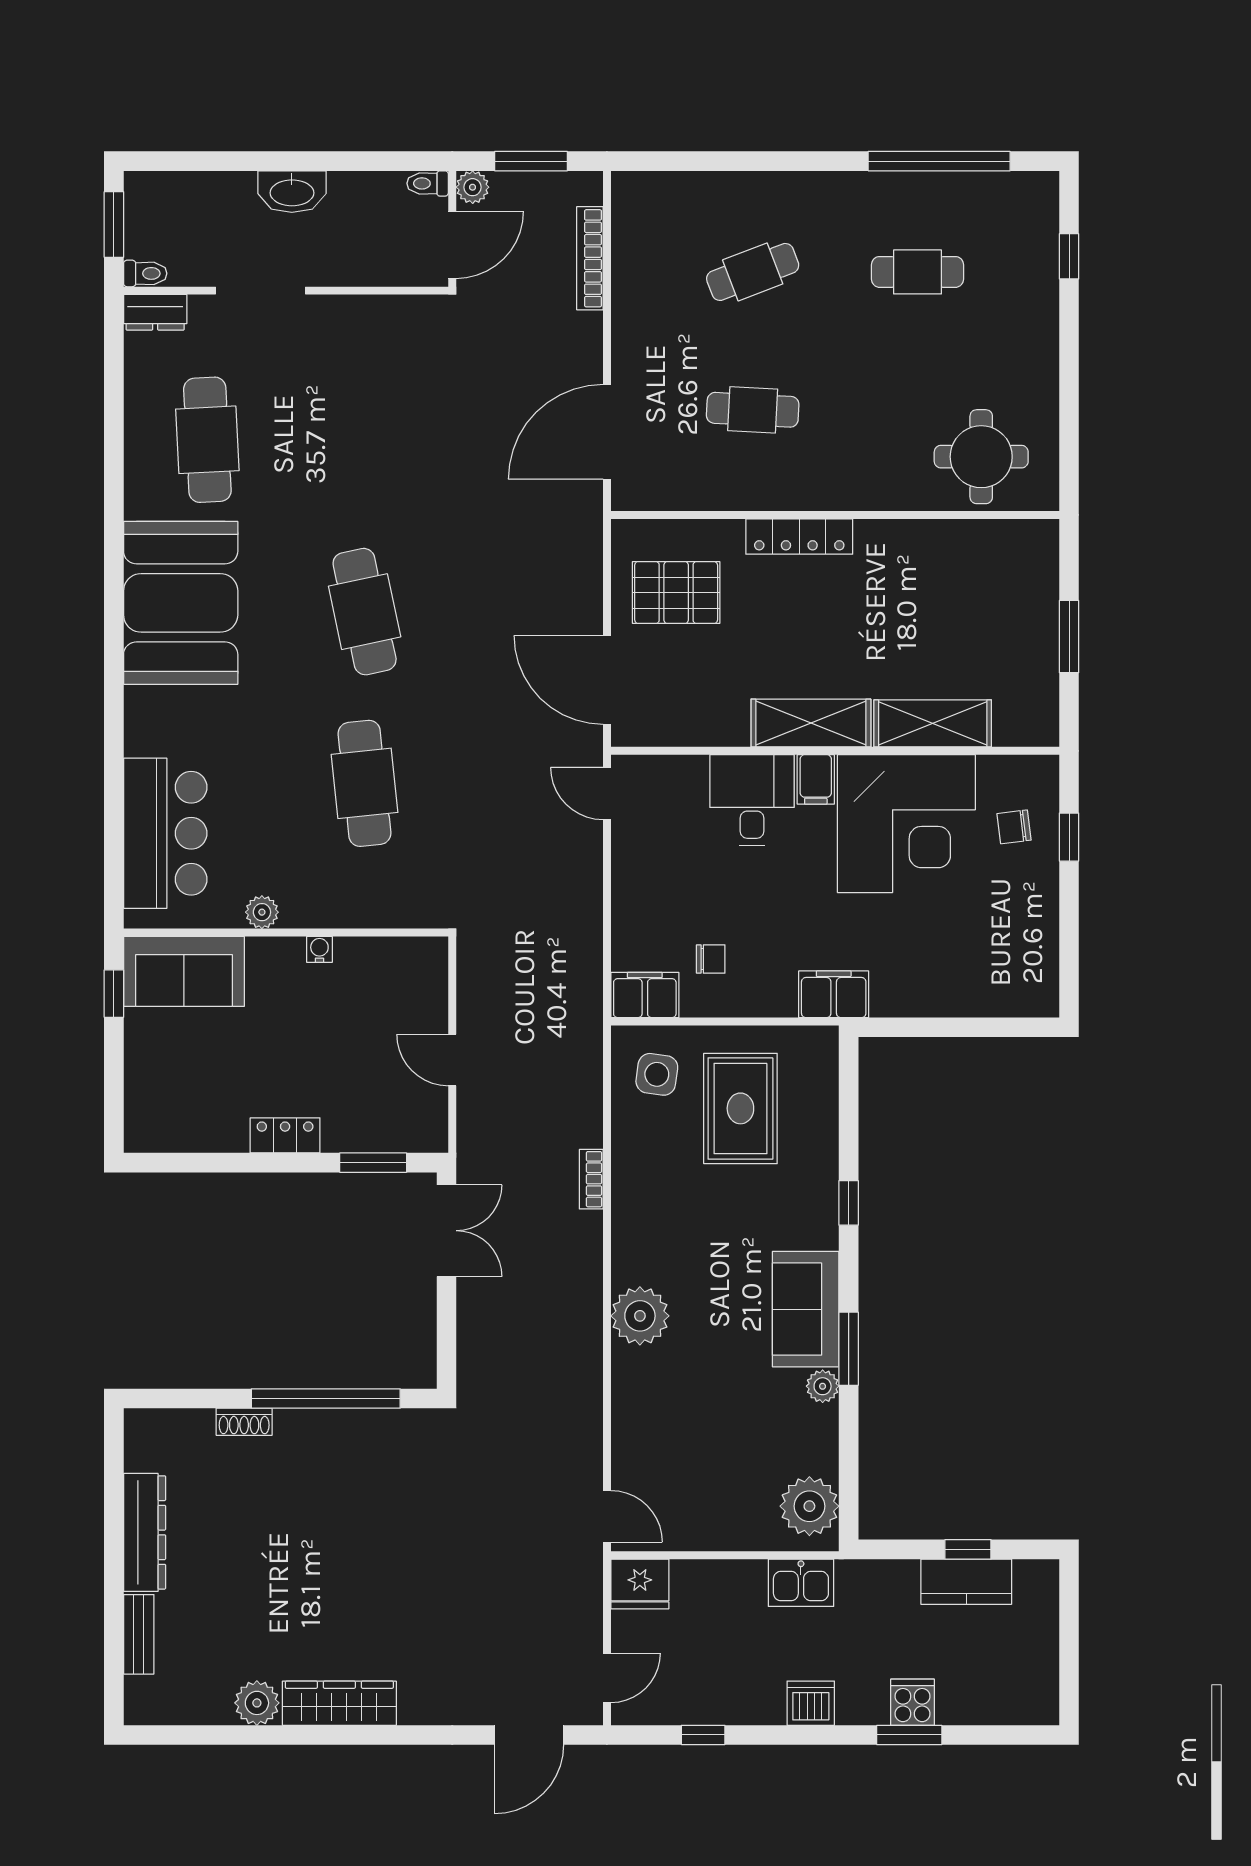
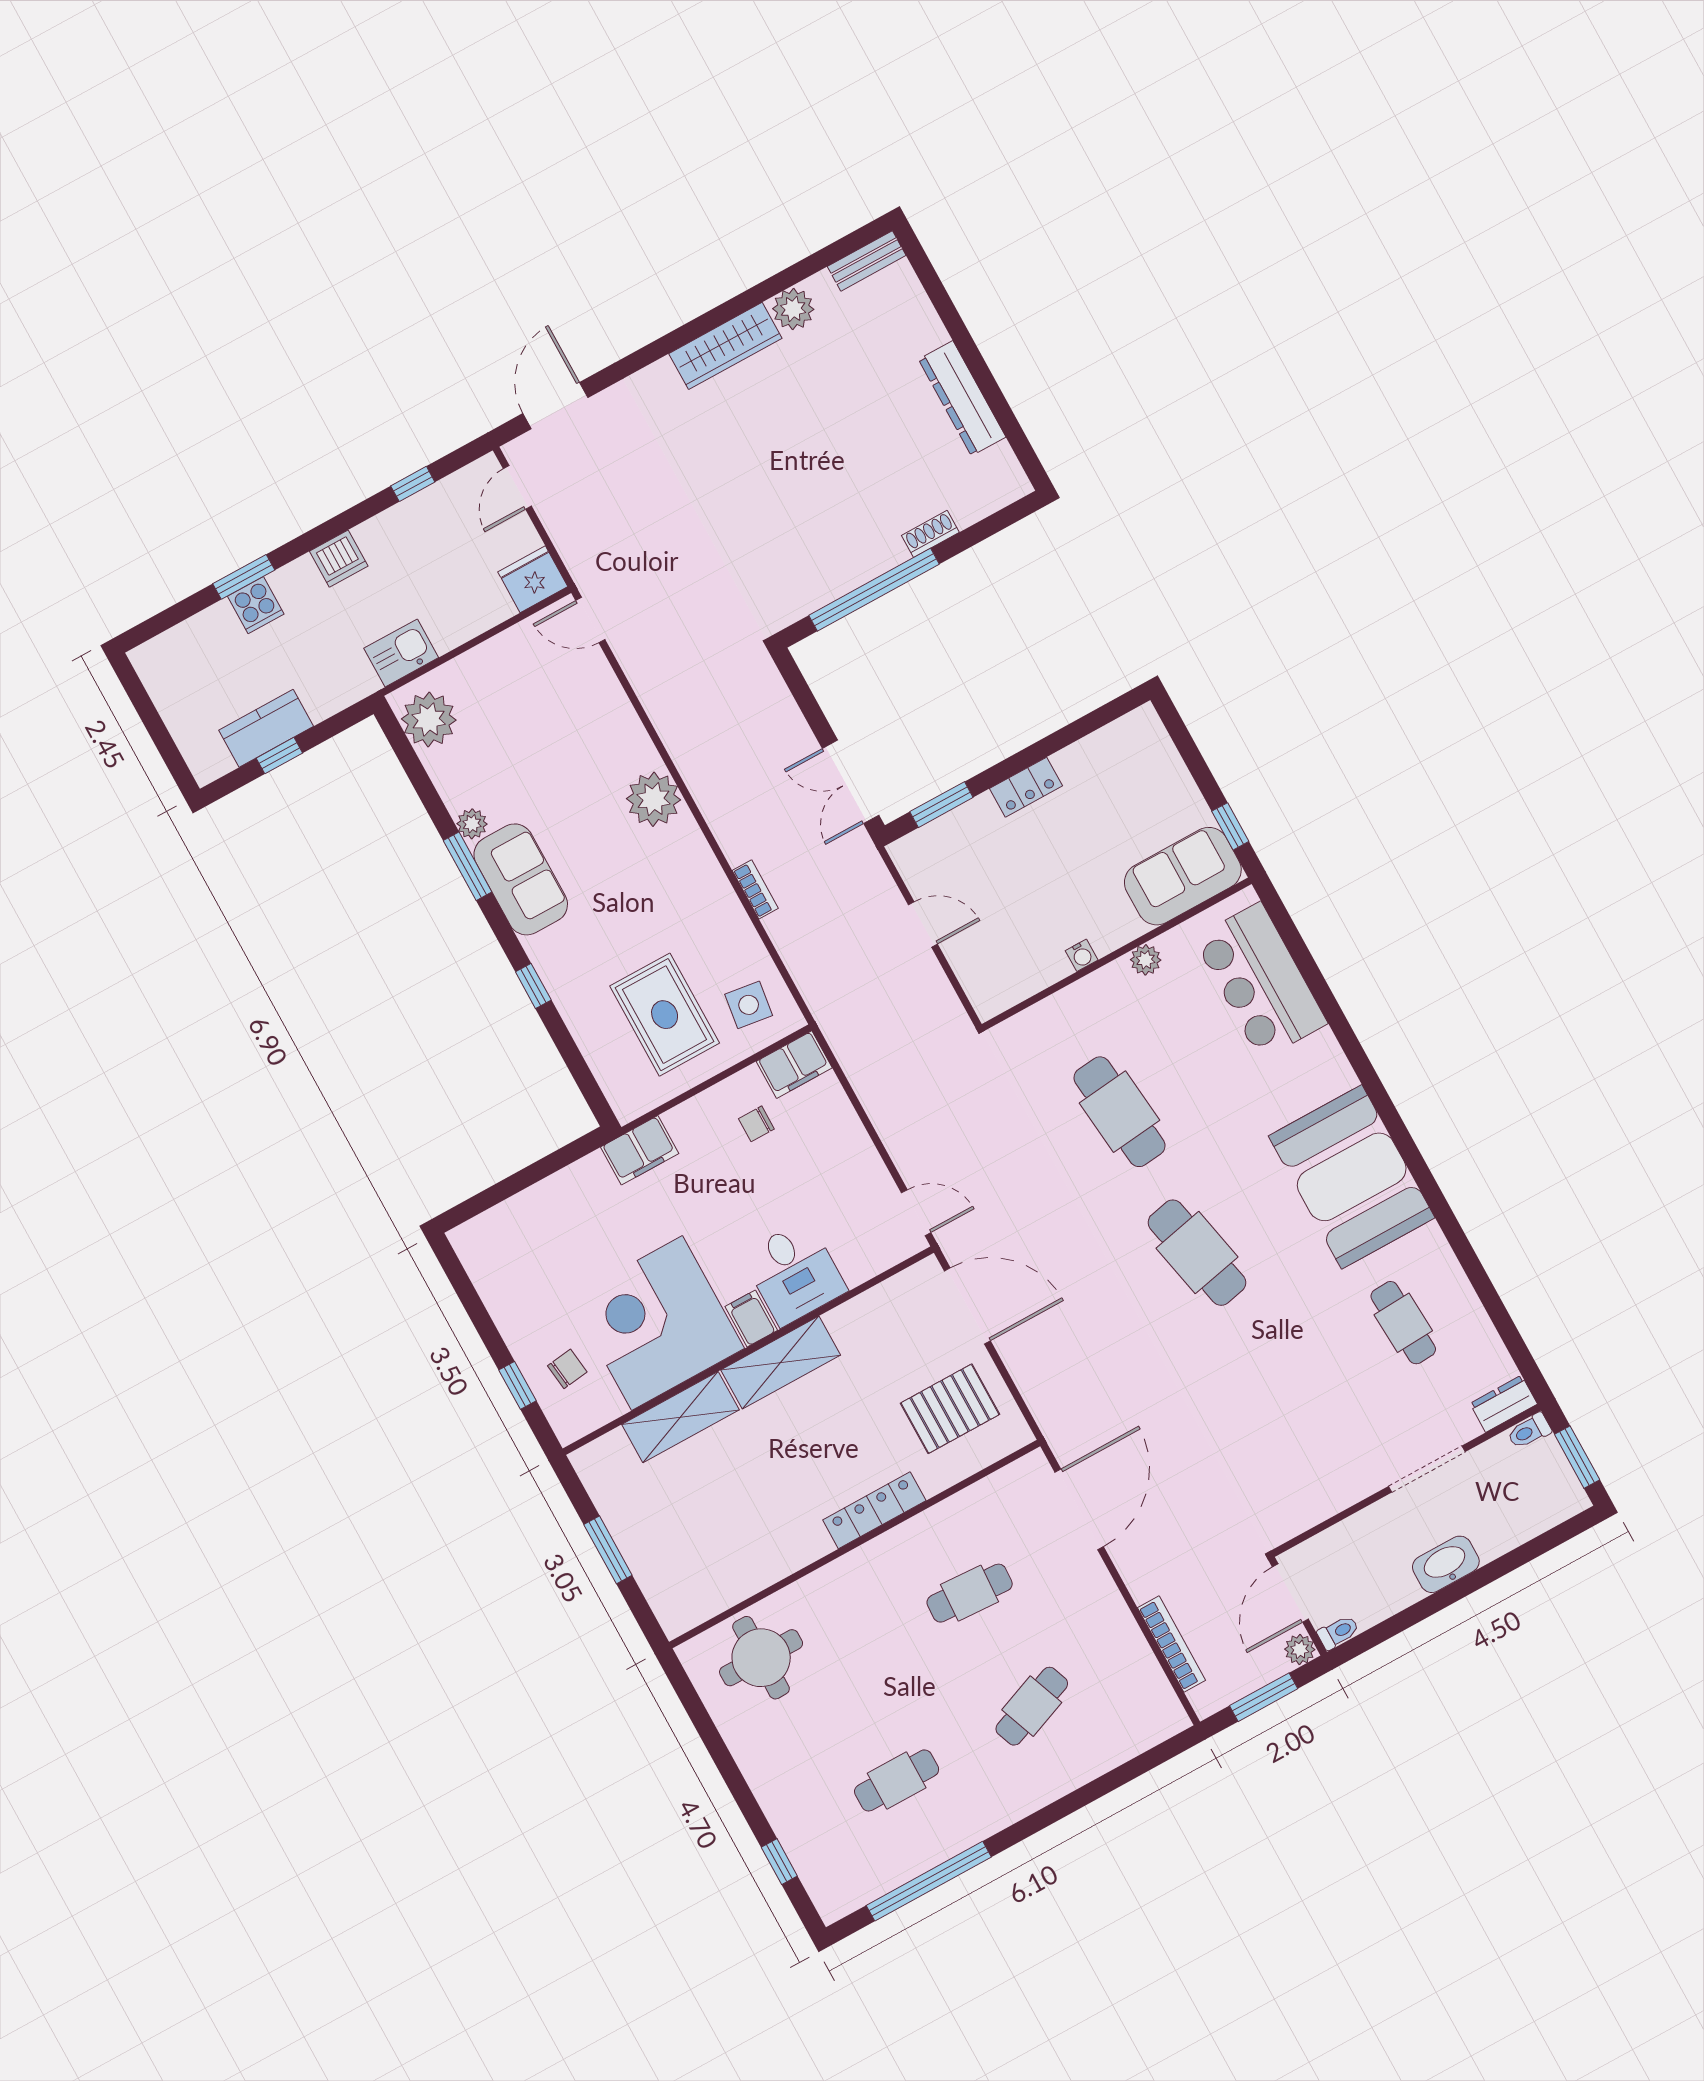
cafe table: (207, 440) -> (1403, 1323), width x0.73, depth x0.74
bench: (139, 1634) -> (867, 261), moved, turned 90

